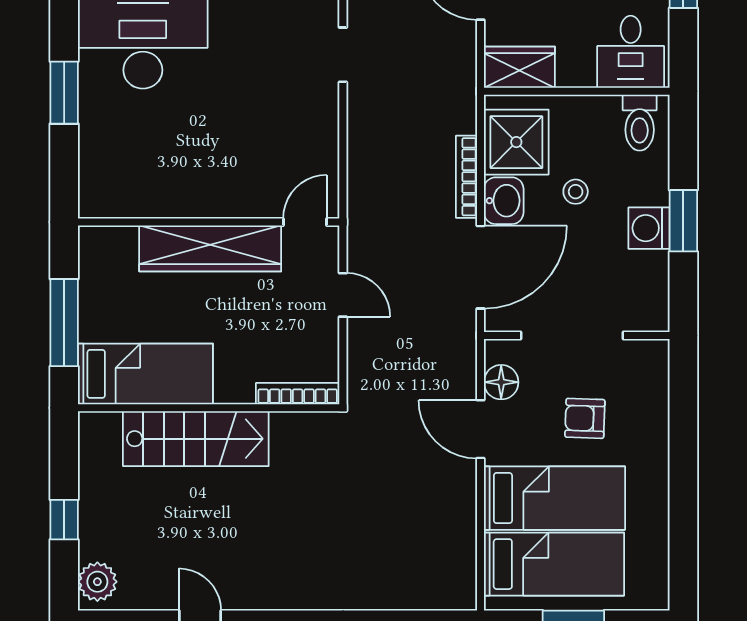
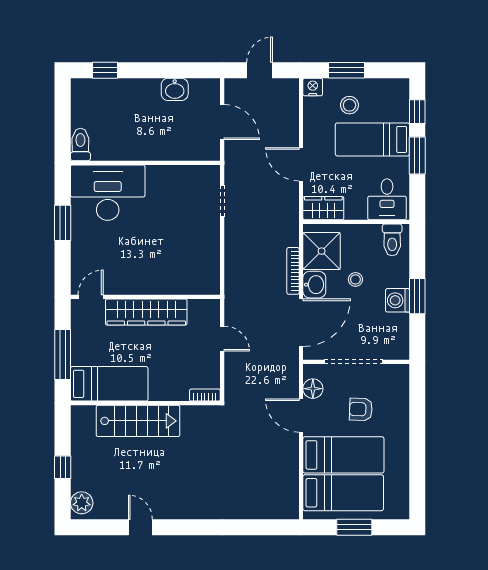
door: (305, 222) -> (91, 297), moved
bookcase: (298, 394) -> (205, 395), width x0.64

